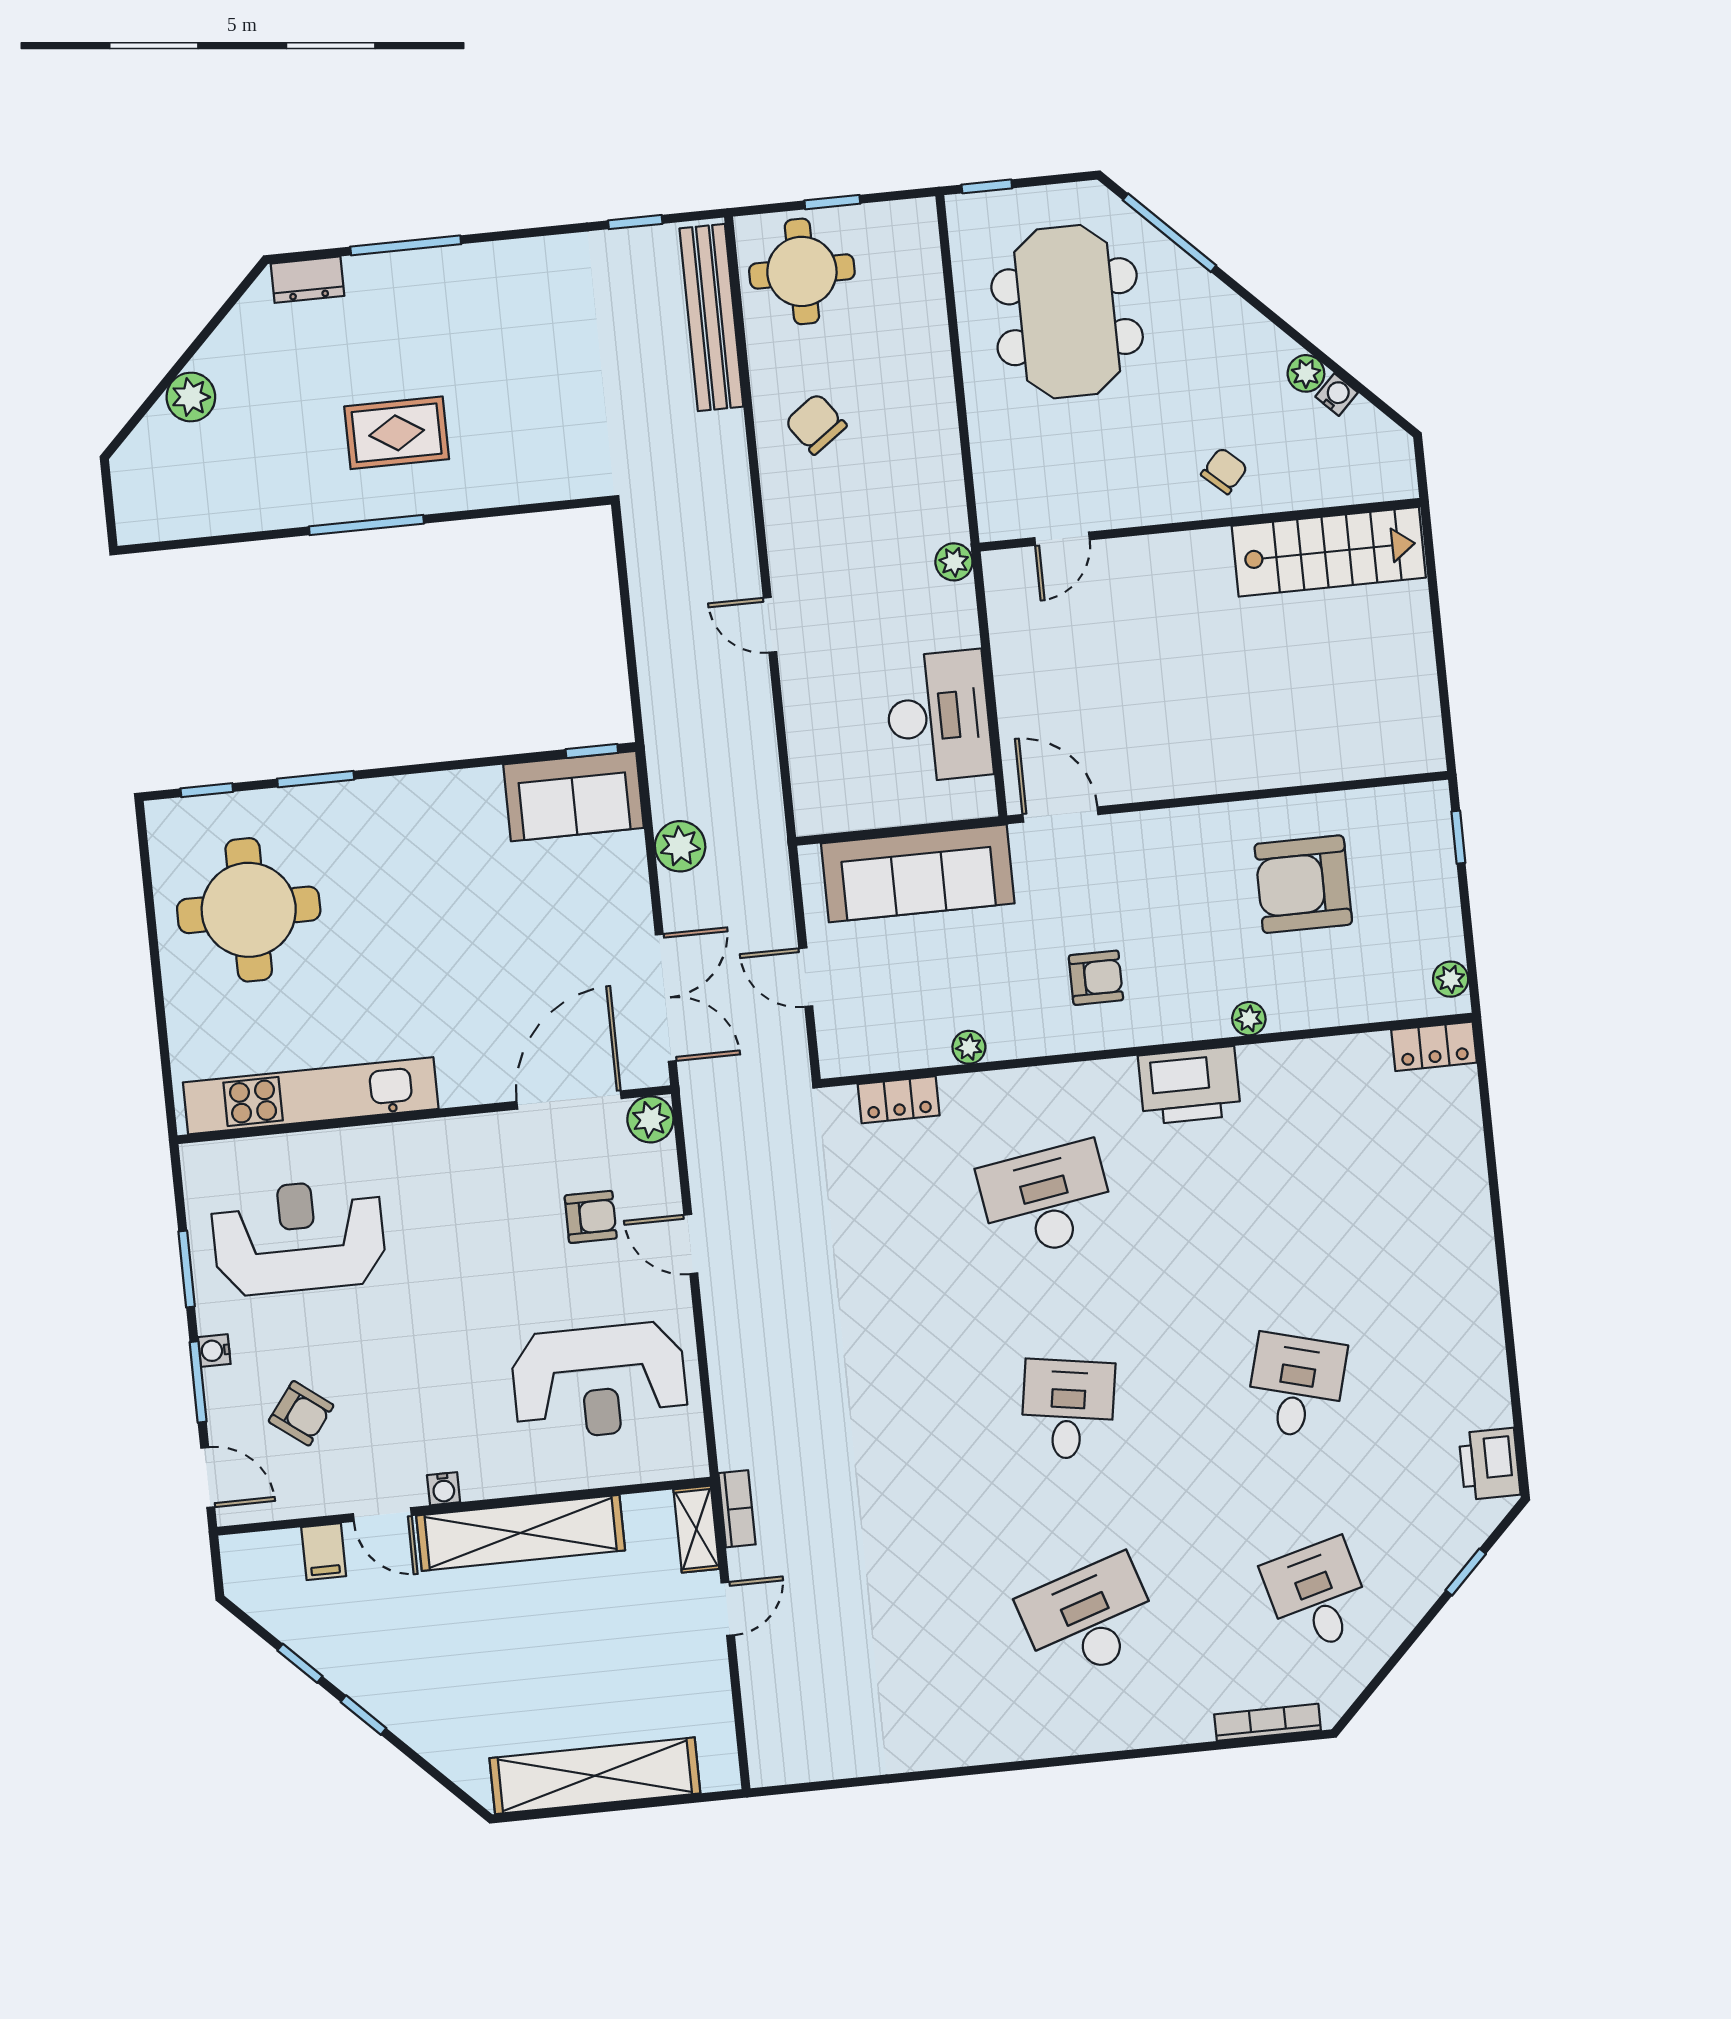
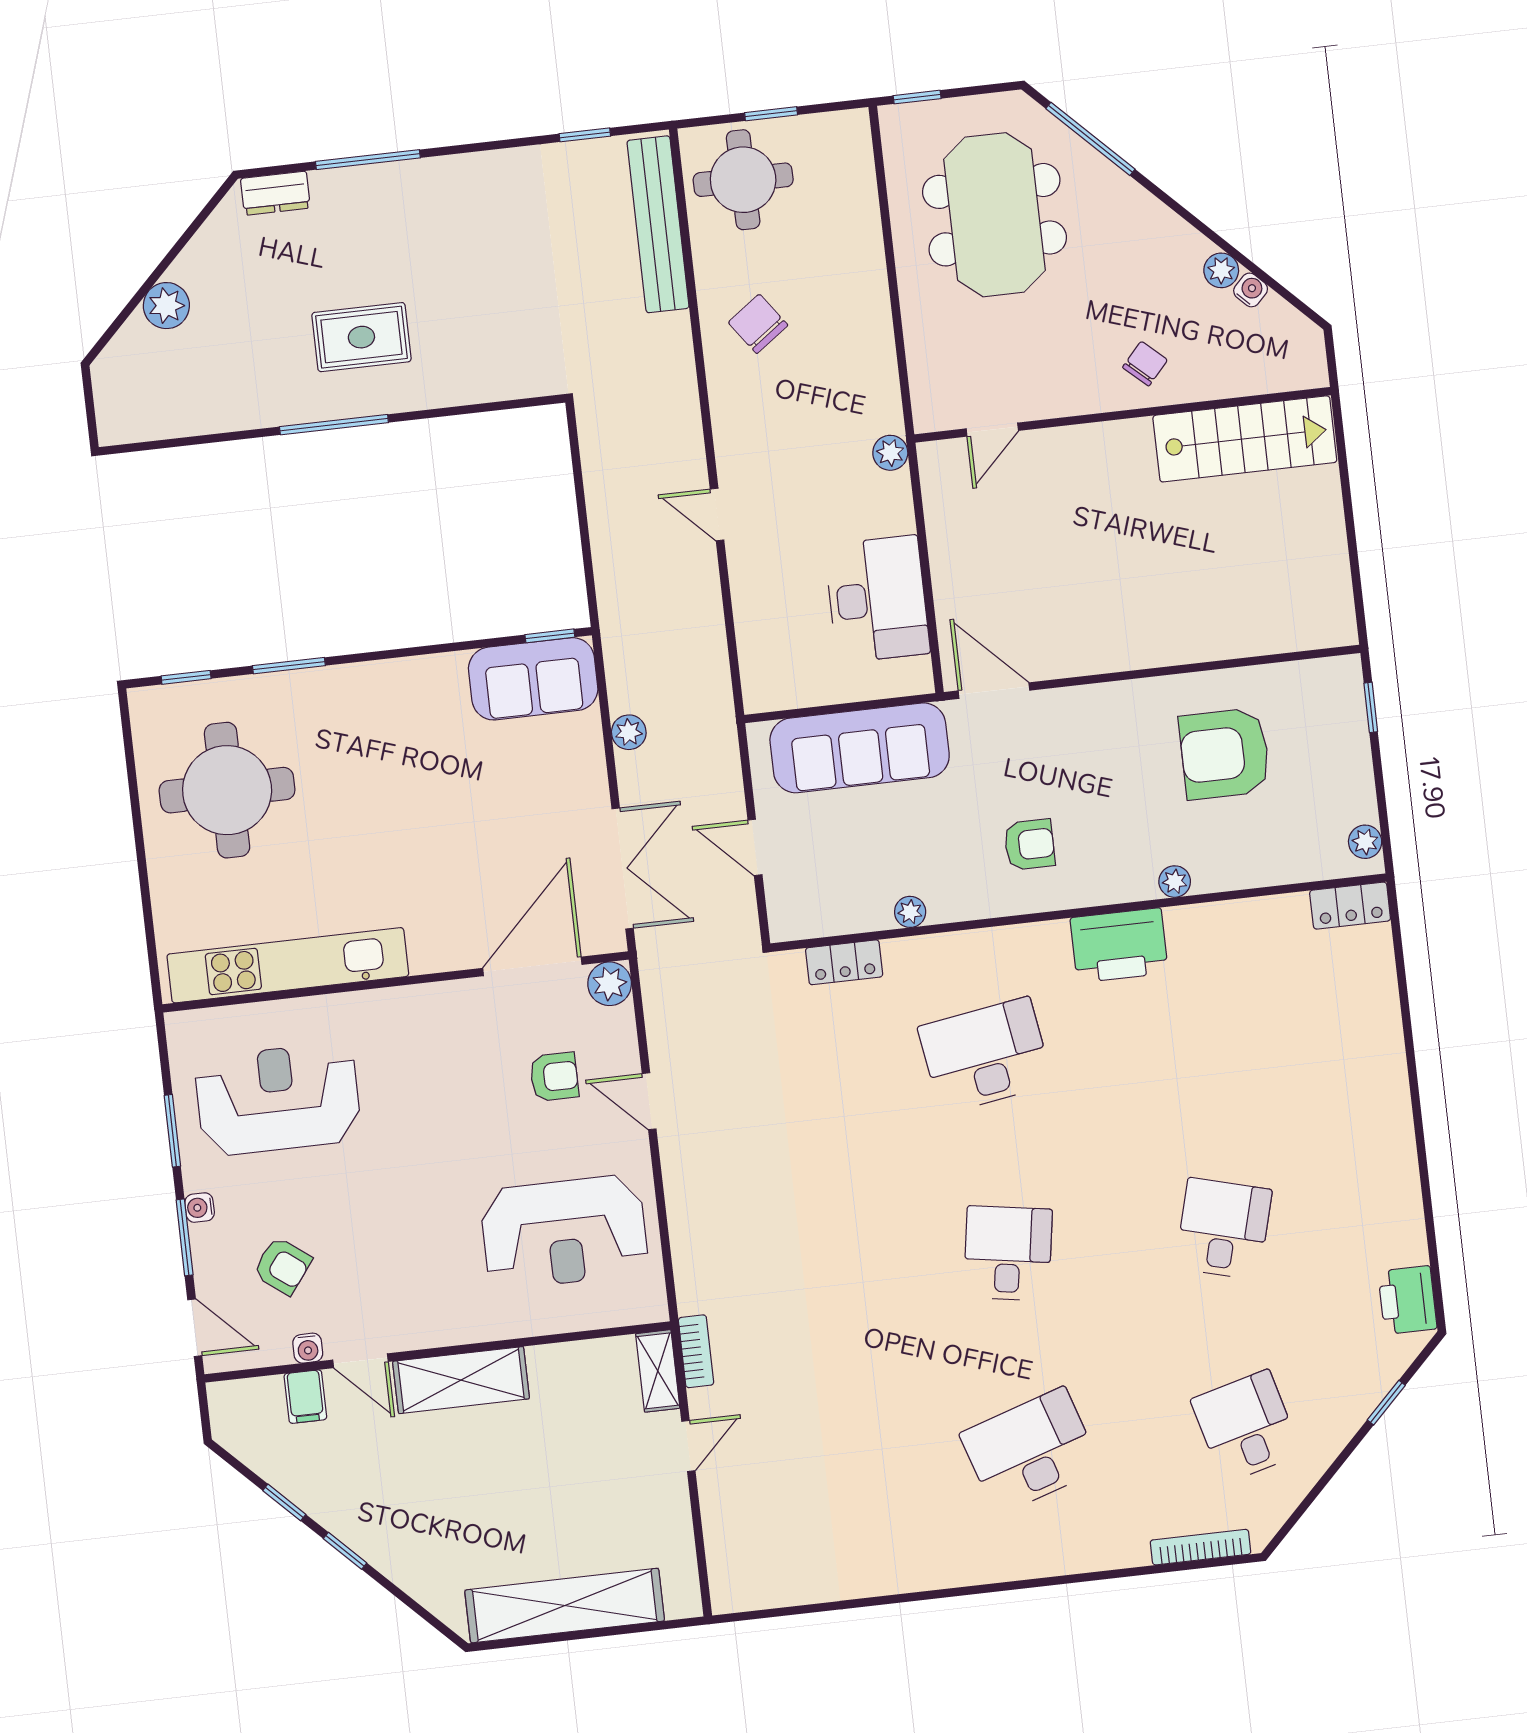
plant: (680, 846) -> (629, 732), width x0.73, depth x0.73
water cooler: (444, 1489) -> (308, 1348), moved
shelving: (521, 1533) -> (461, 1380), width x0.68

